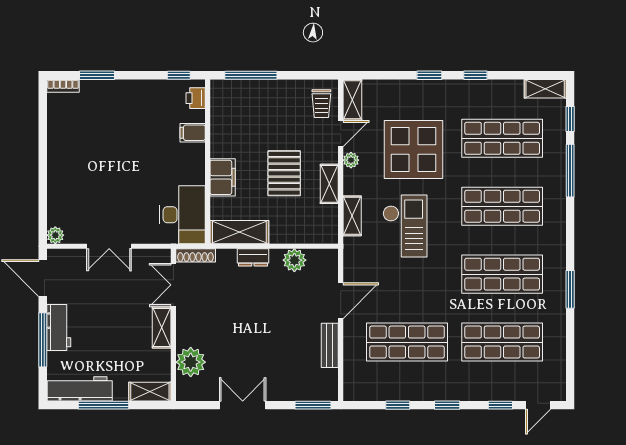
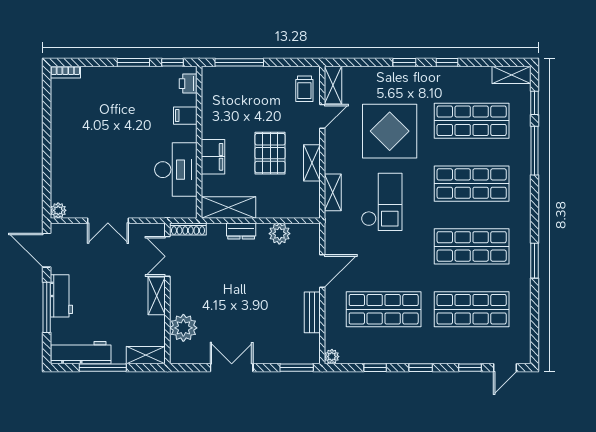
window: (97, 75) -> (133, 62), moved
plant: (351, 160) -> (332, 357), moved
desk: (182, 215) -> (176, 170), moved

